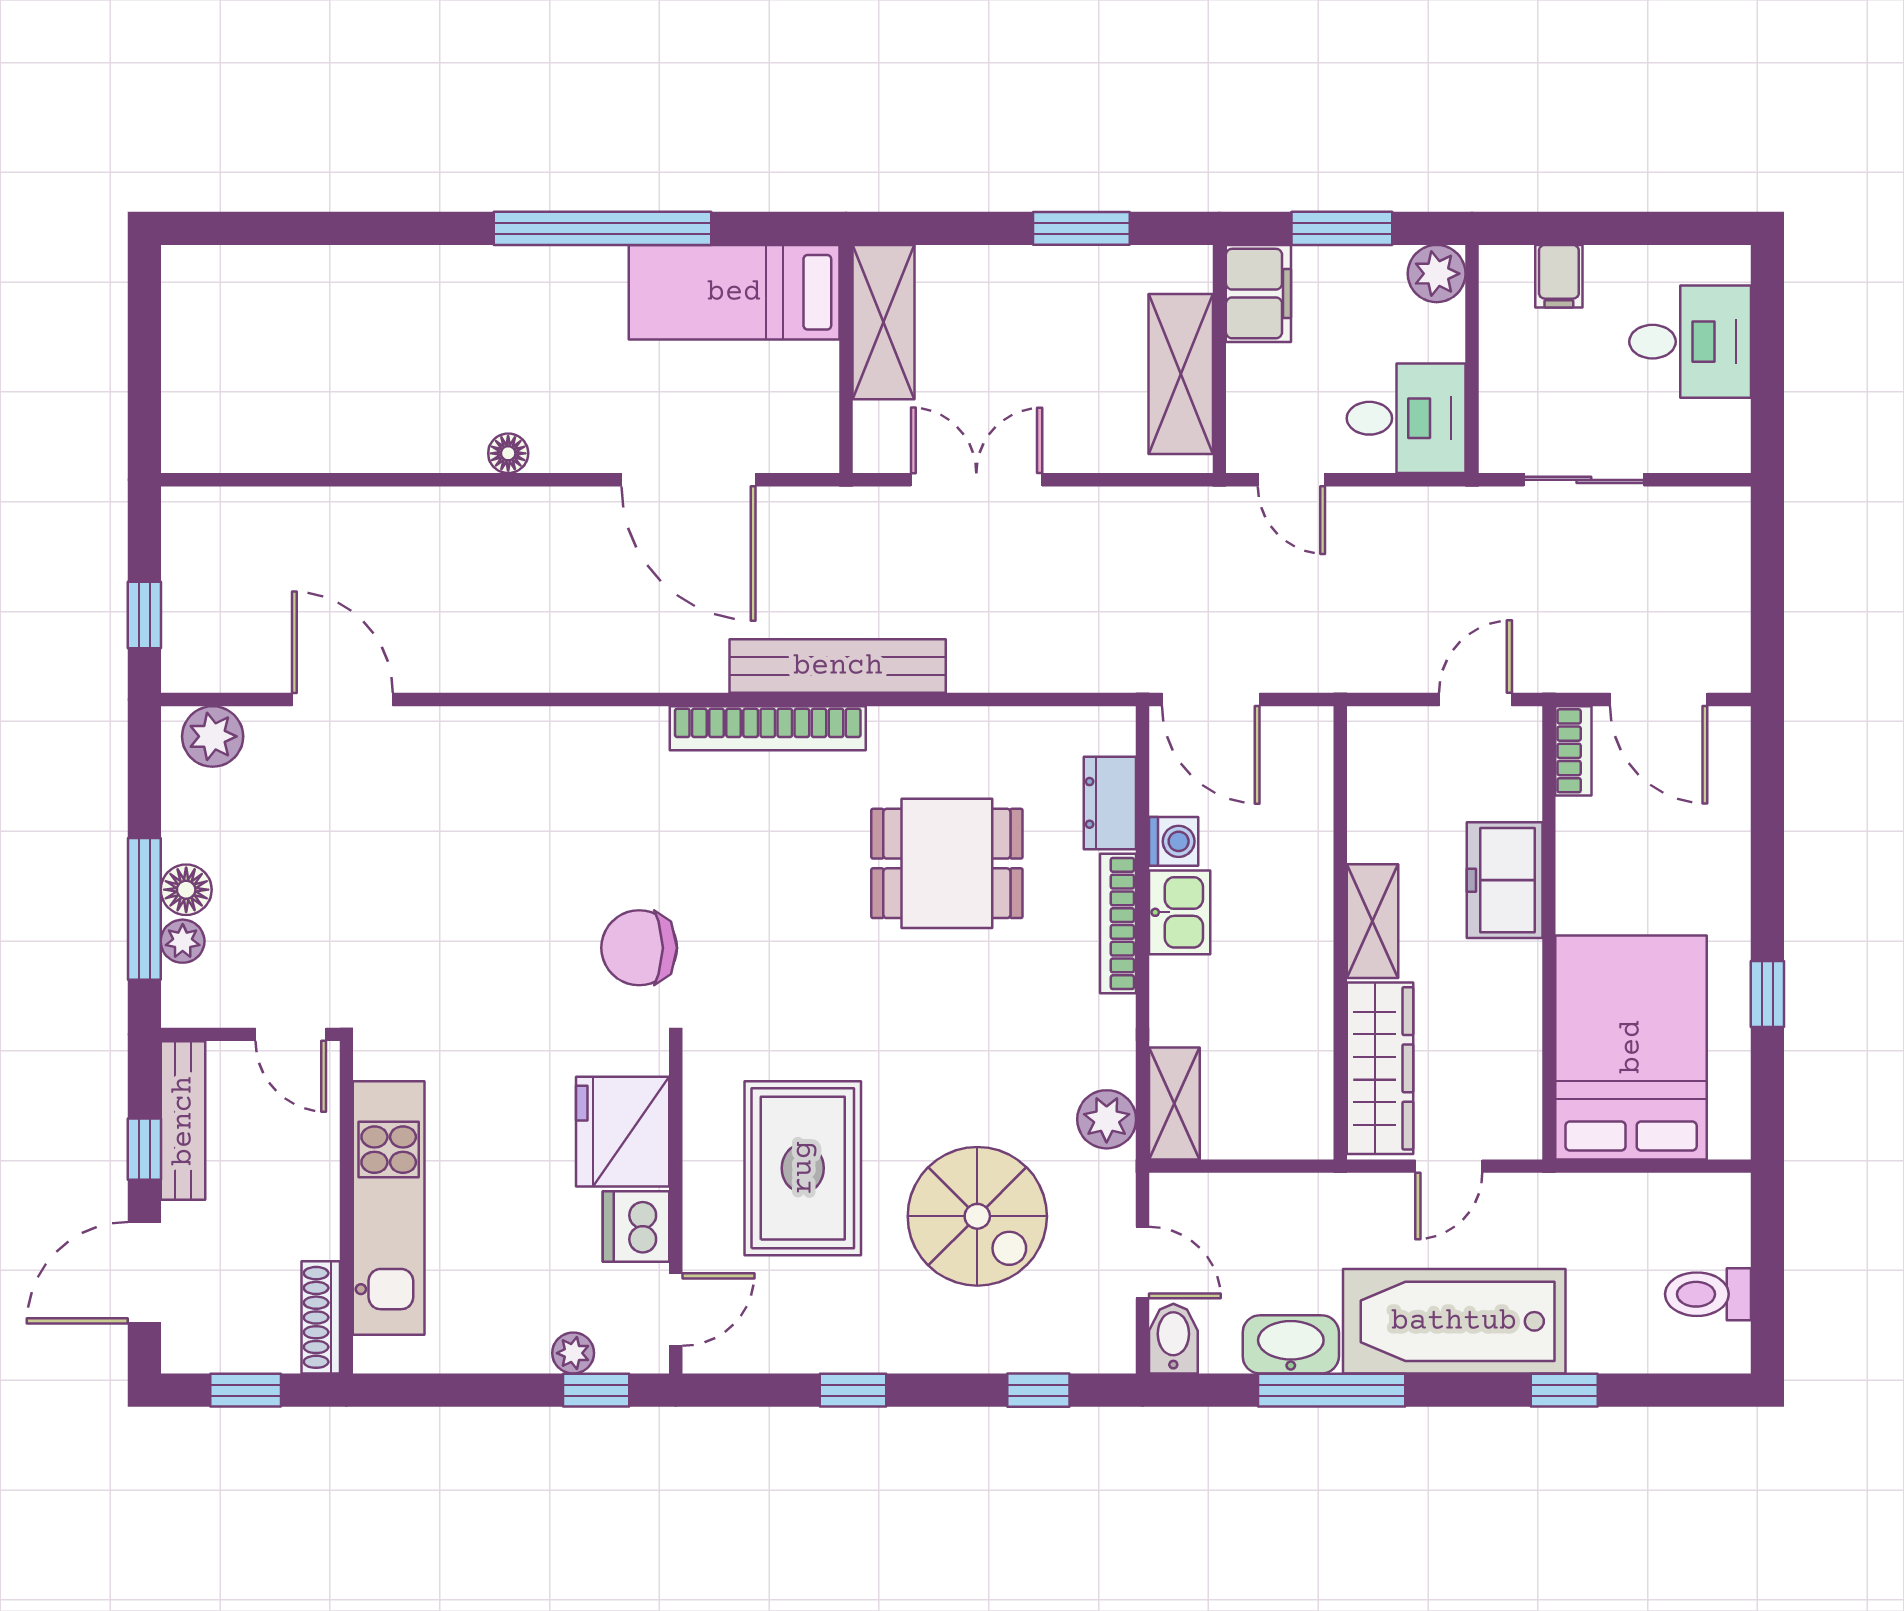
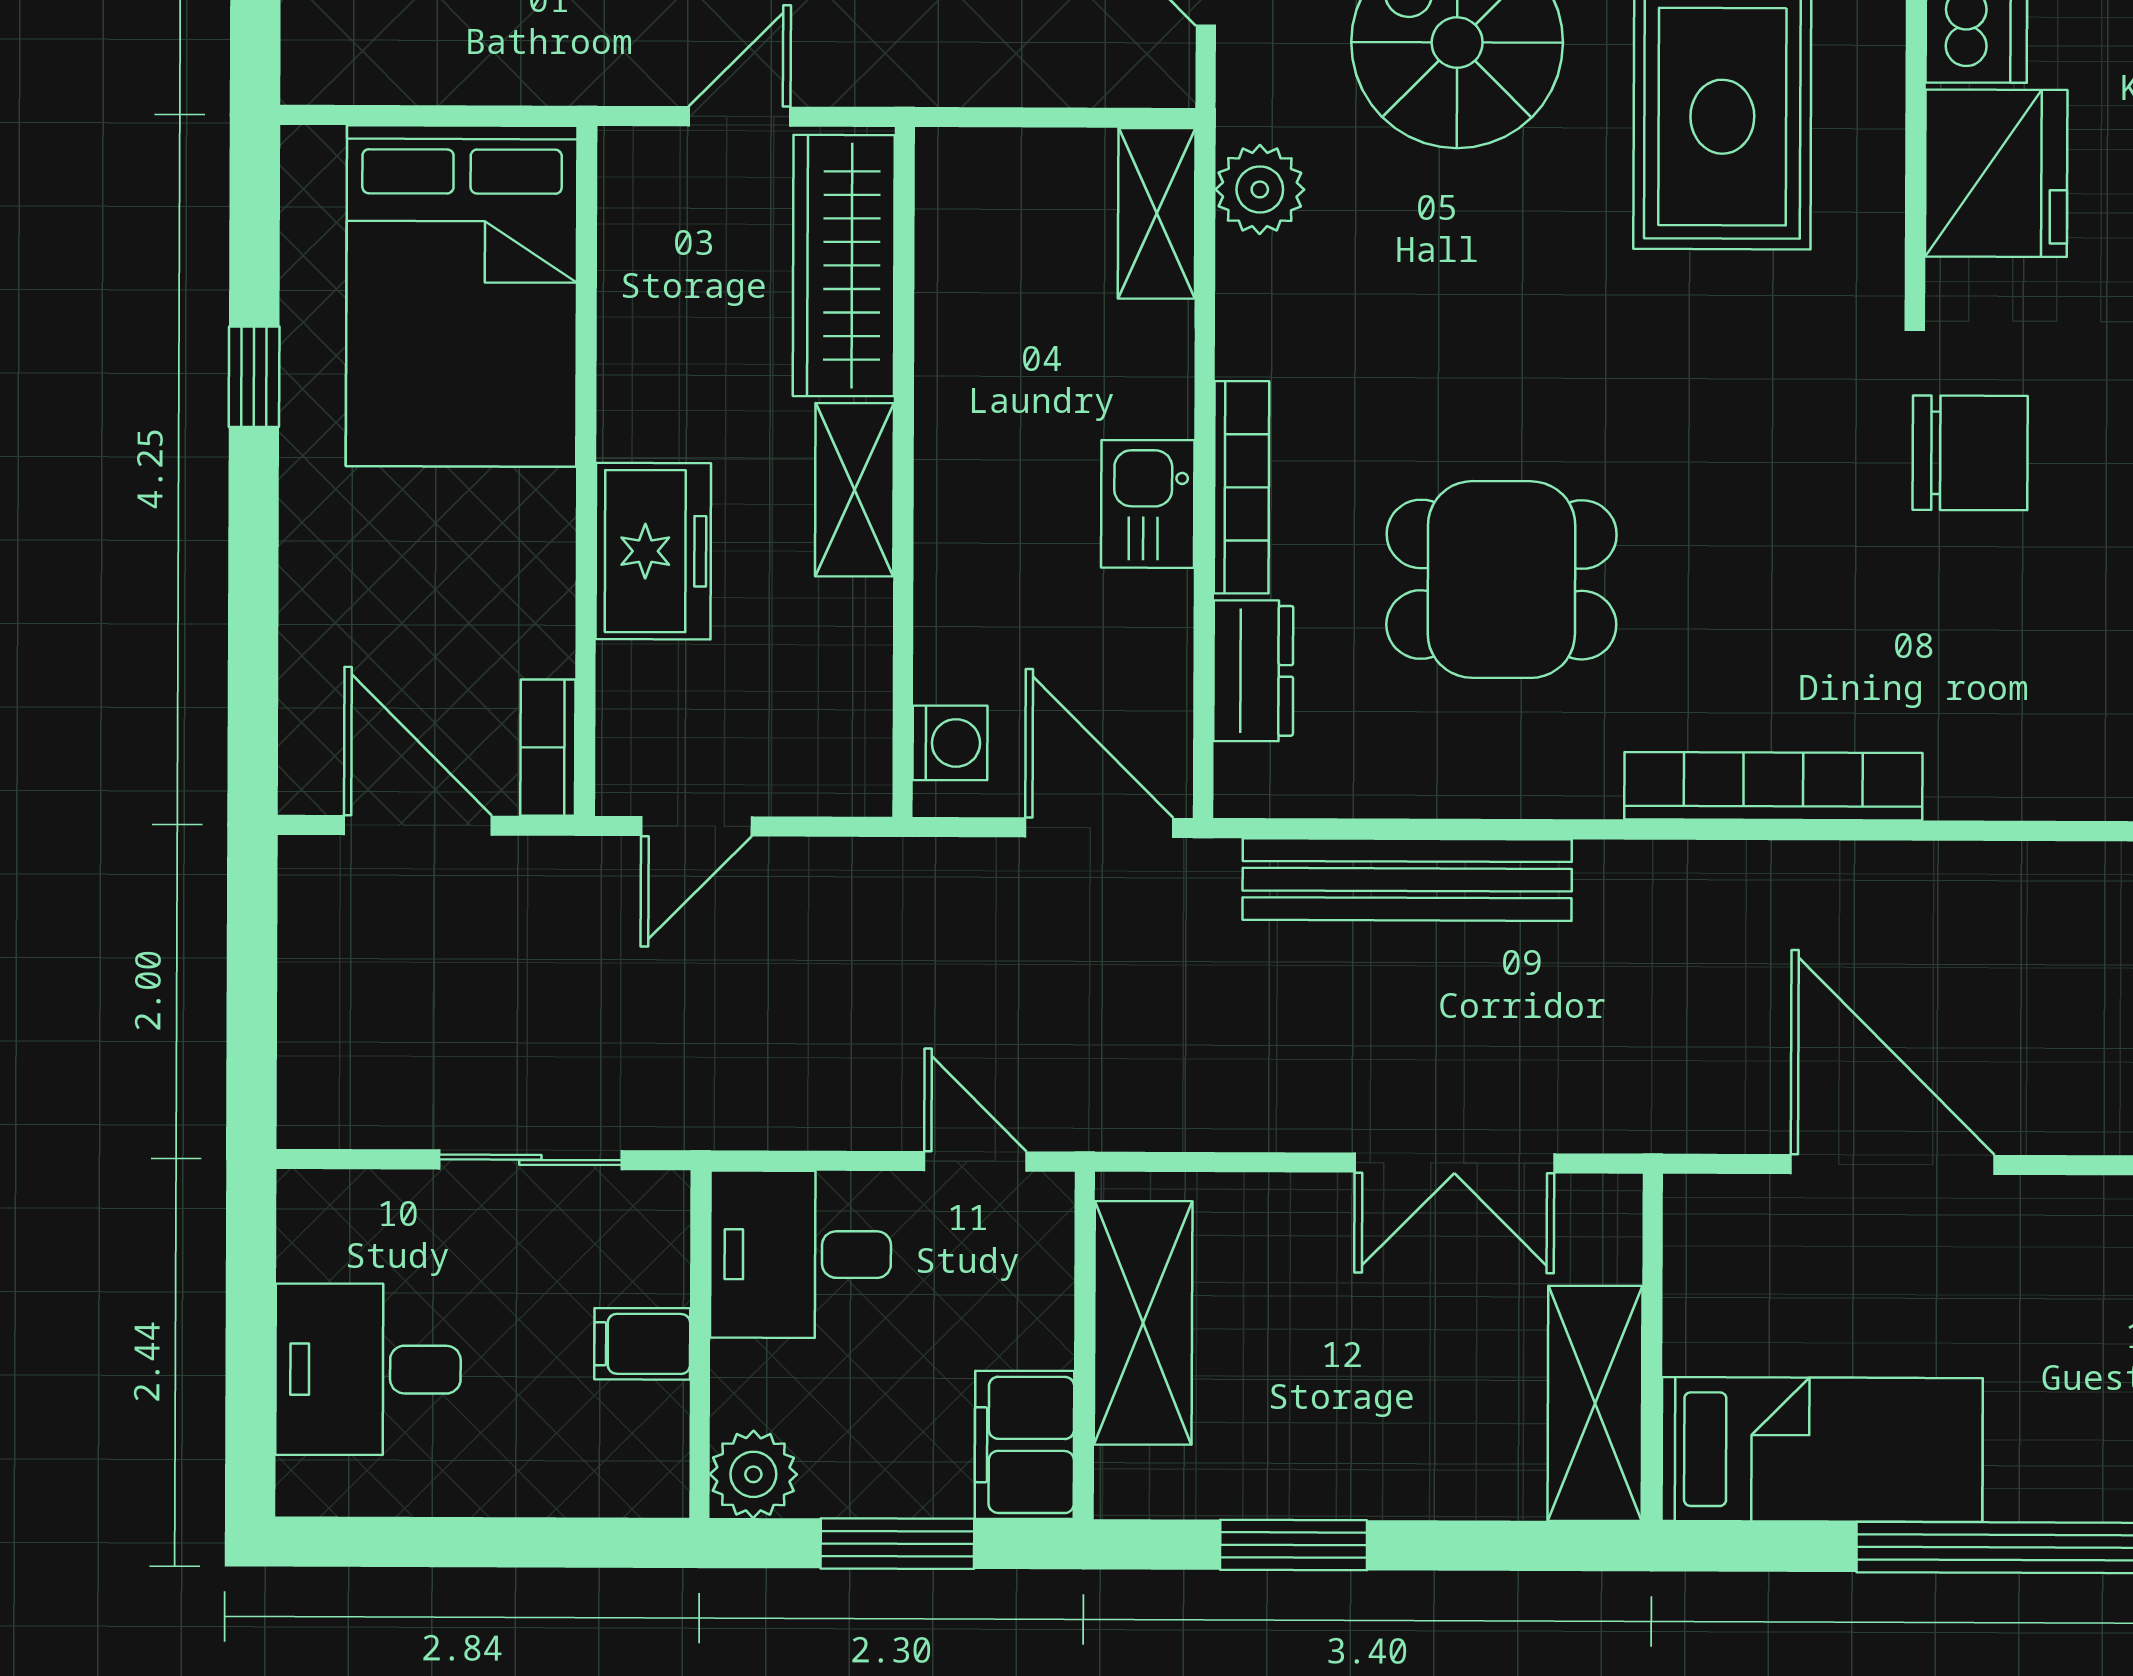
filing cabinet: (1559, 276) -> (642, 1344), moved, turned -90
bench: (838, 666) -> (1407, 880), moved
washing machine: (1174, 841) -> (950, 743), moved, turned 180

